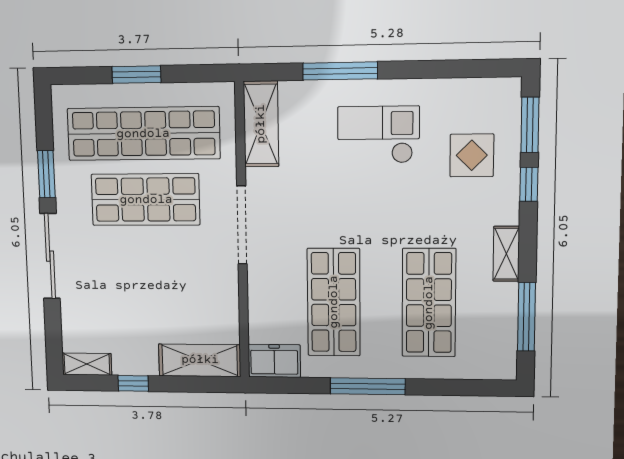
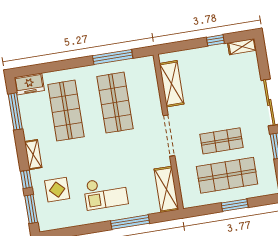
shop shelf: (143, 134) -> (227, 175), width x0.71
shop shelf: (146, 200) -> (222, 141), width x0.70, depth x0.74
shelving: (506, 254) -> (33, 155), moved
shelving: (200, 360) -> (172, 84), moved, turned 90
freezer: (274, 361) -> (29, 84), moved
window: (368, 386) -> (113, 57), moved

